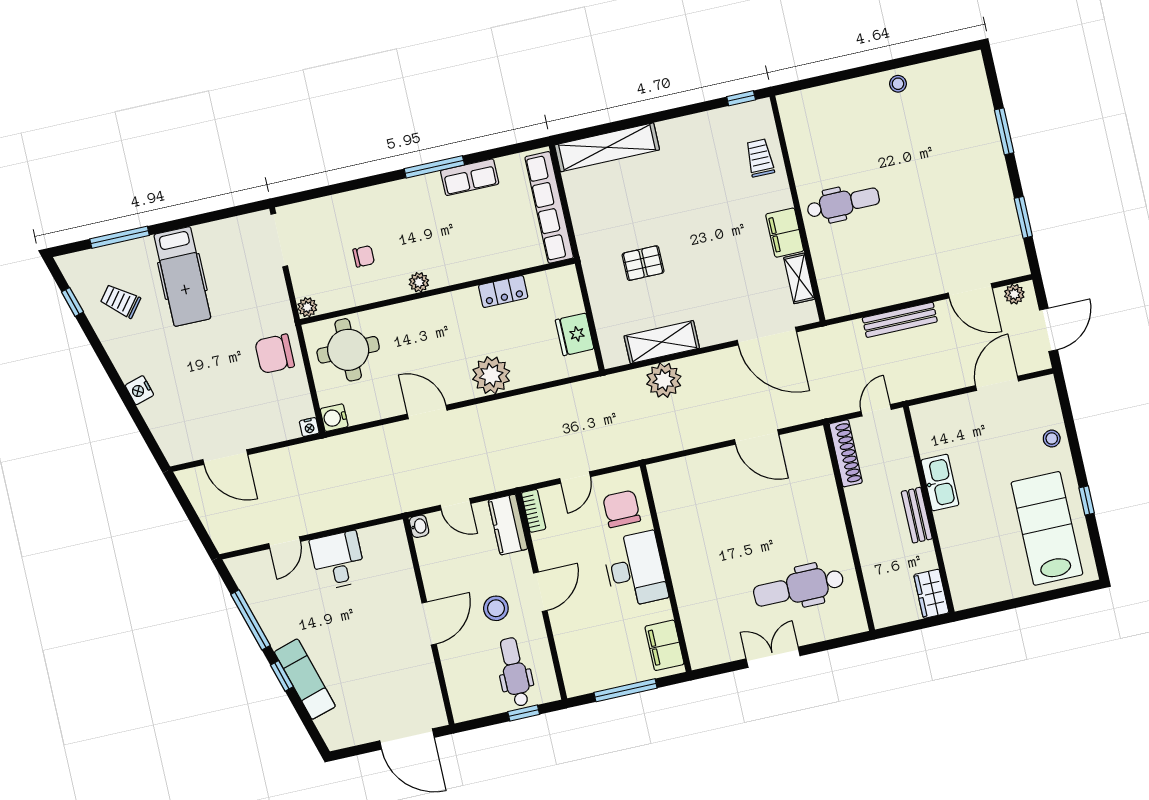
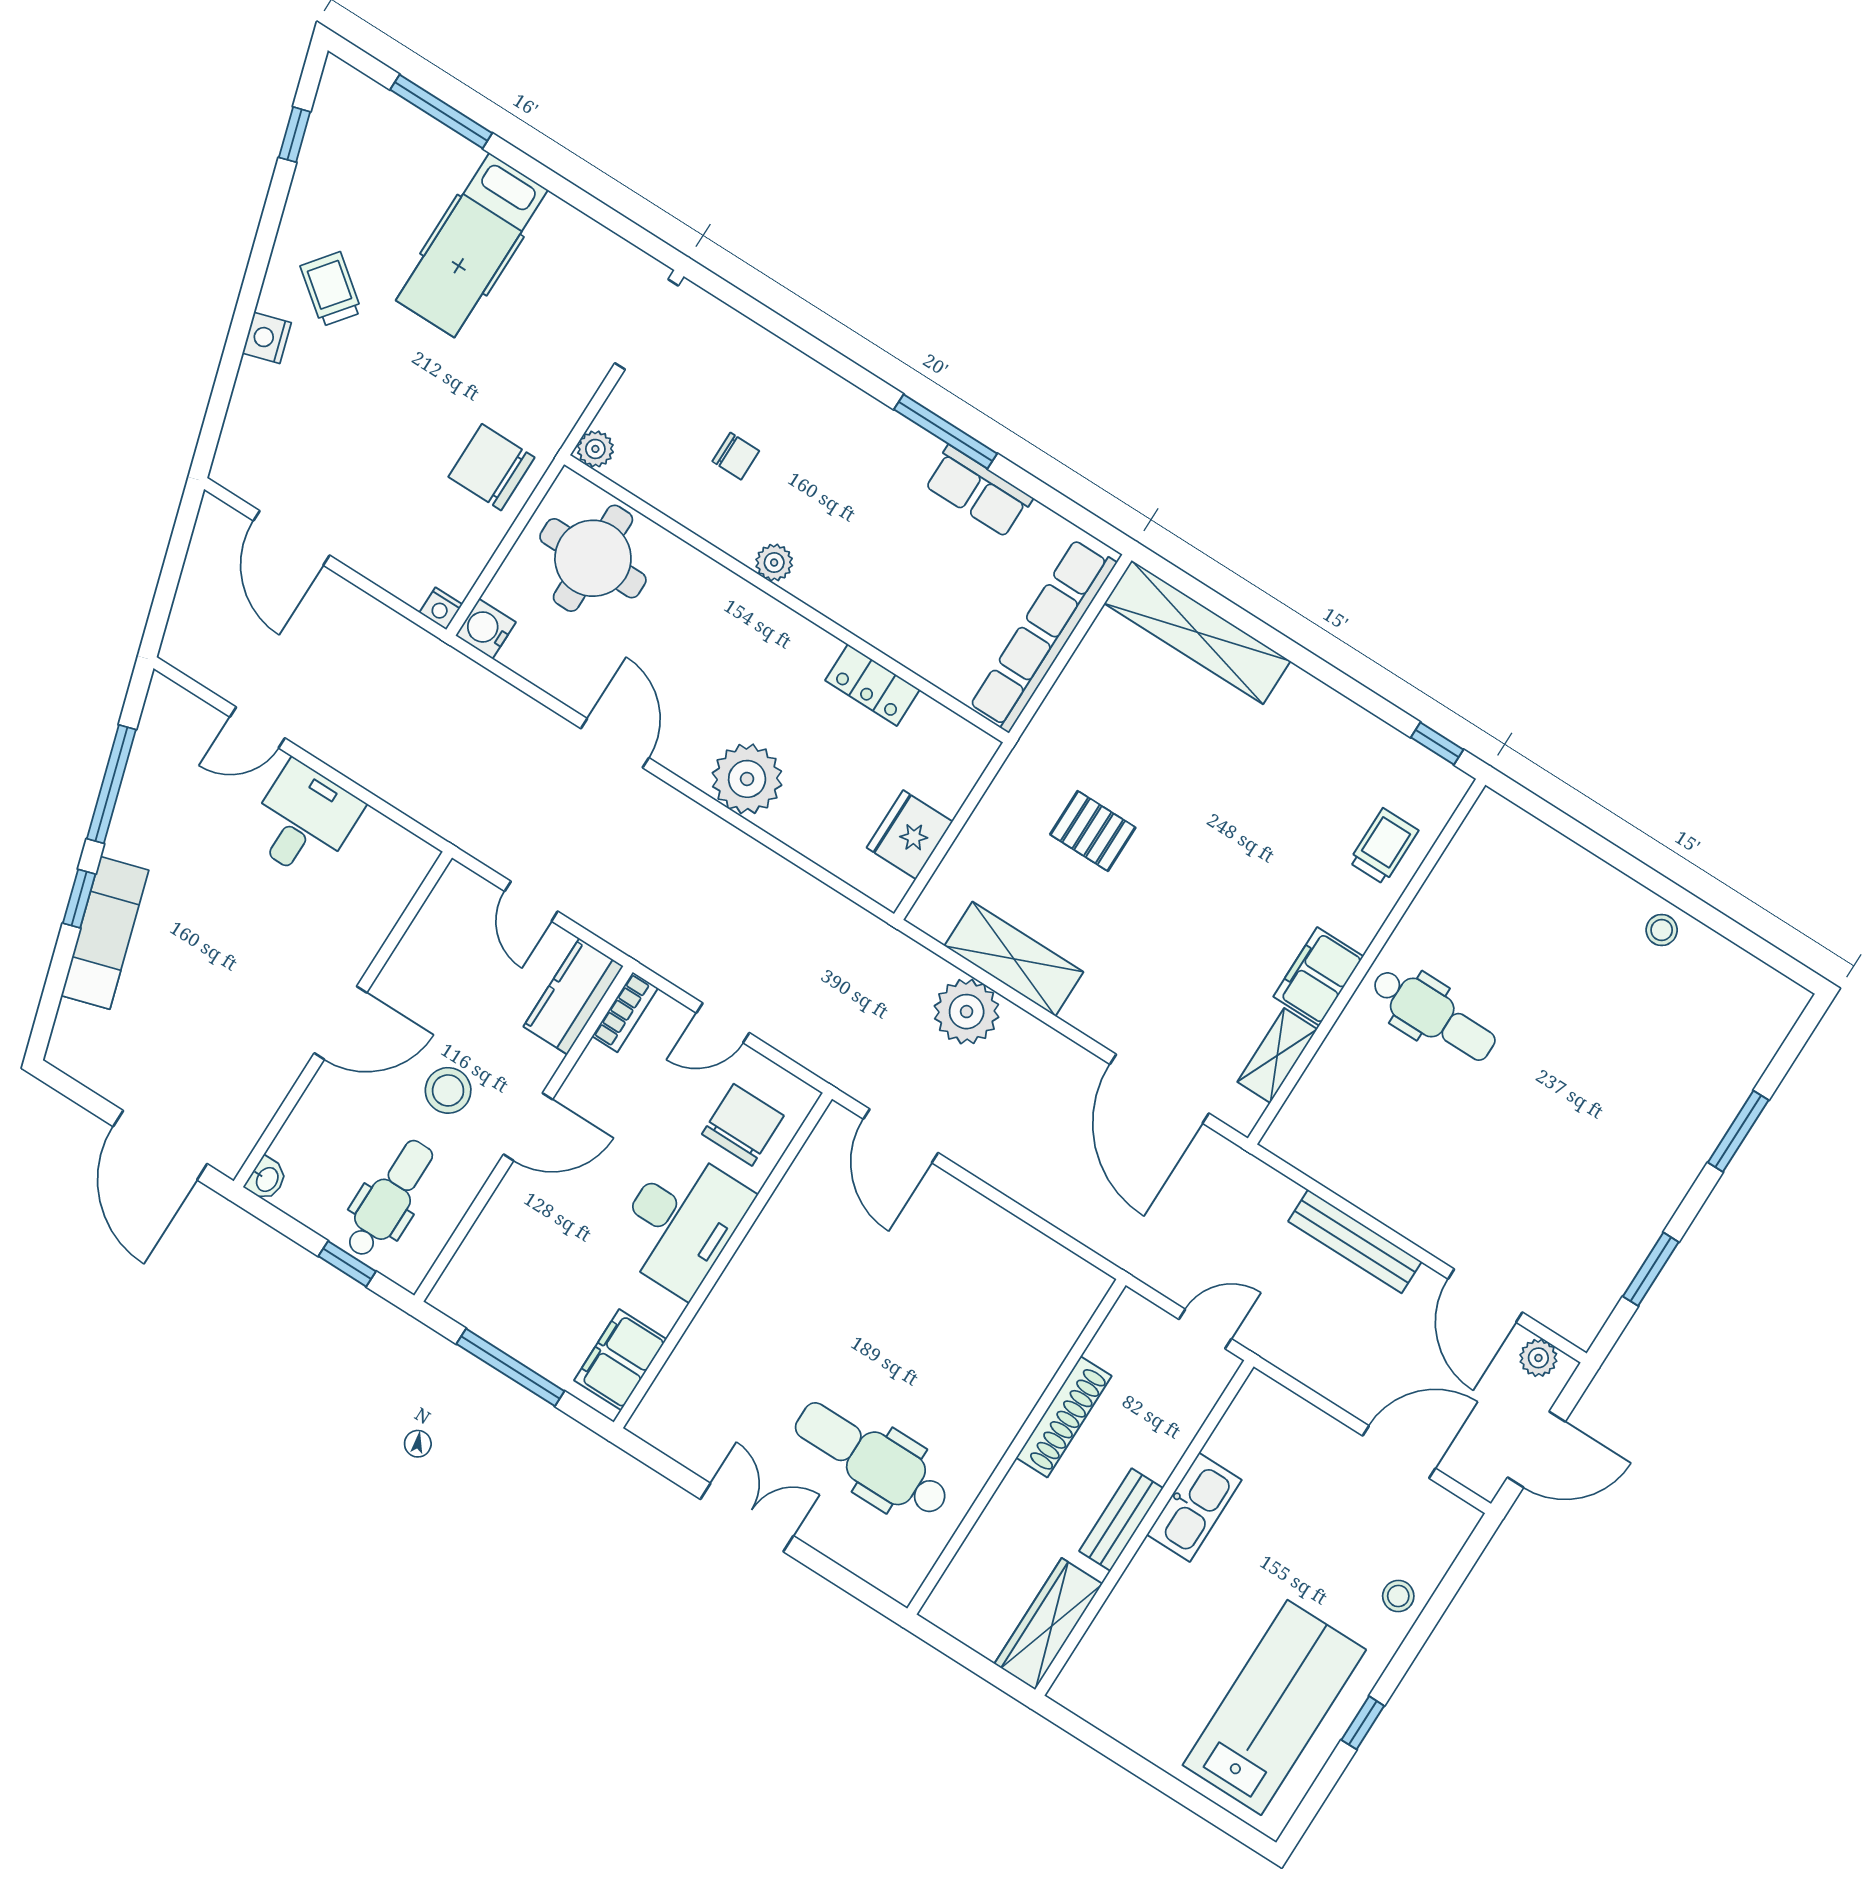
trolley: (120, 301) -> (331, 289), moved
door: (757, 437) -> (901, 1136), moved
shoe rack: (846, 453) -> (1064, 1417), moved
washbasin: (419, 526) -> (266, 1179), moved
wardrobe: (931, 594) -> (1048, 1624), width x1.50

